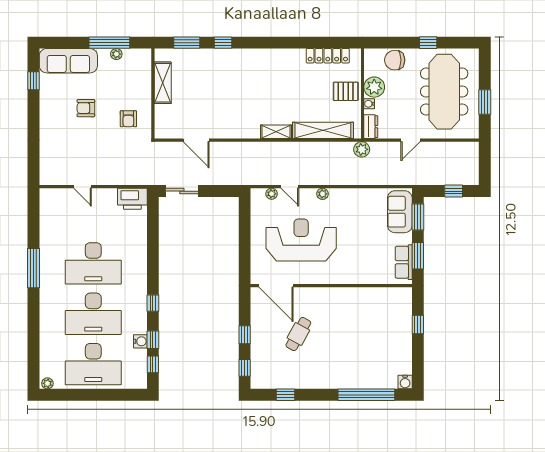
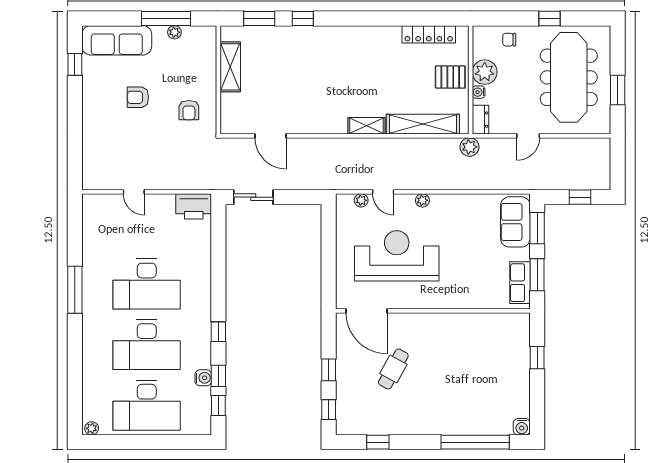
chair: (395, 60) -> (509, 40), width x0.54, depth x0.54

